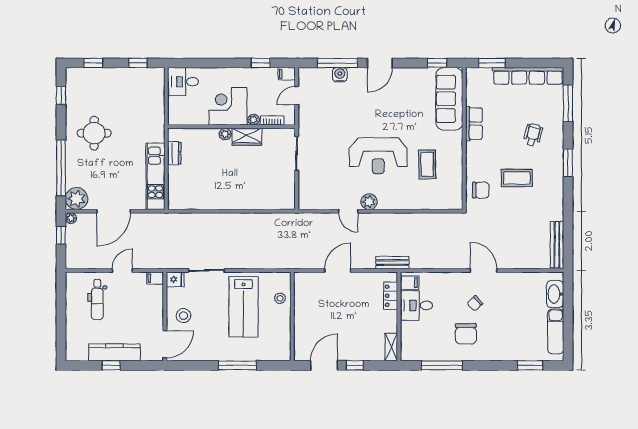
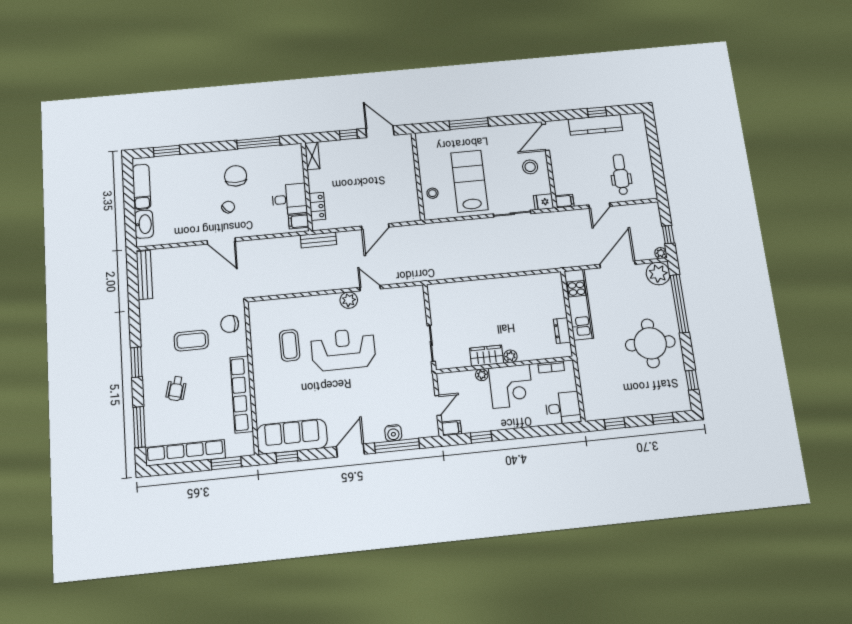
sofa: (449, 99) -> (292, 436), moved, turned -90
bookcase: (272, 121) -> (551, 367), moved
row of seats: (474, 124) -> (242, 394), width x2.02
round table: (94, 133) -> (650, 343), width x1.36, depth x1.36
door: (324, 365) -> (380, 132), swing flipped

